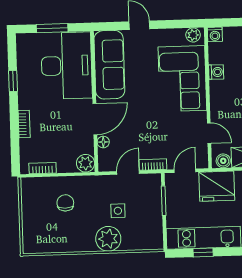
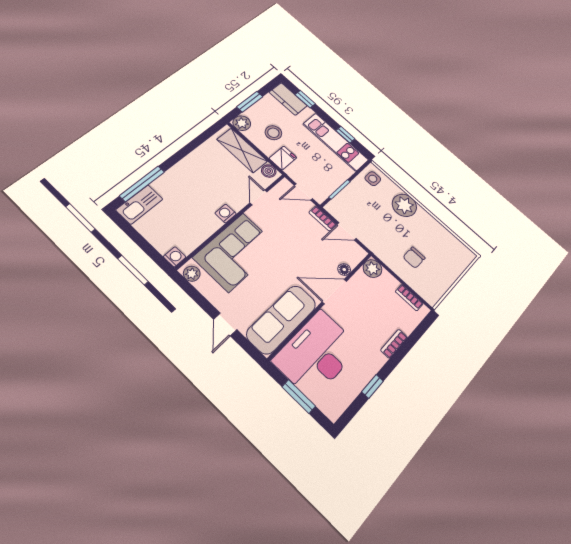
washing machine: (216, 72) -> (226, 213), moved
fridge: (217, 186) -> (283, 158), width x0.53, depth x0.75
side table: (118, 211) -> (373, 179), moved

